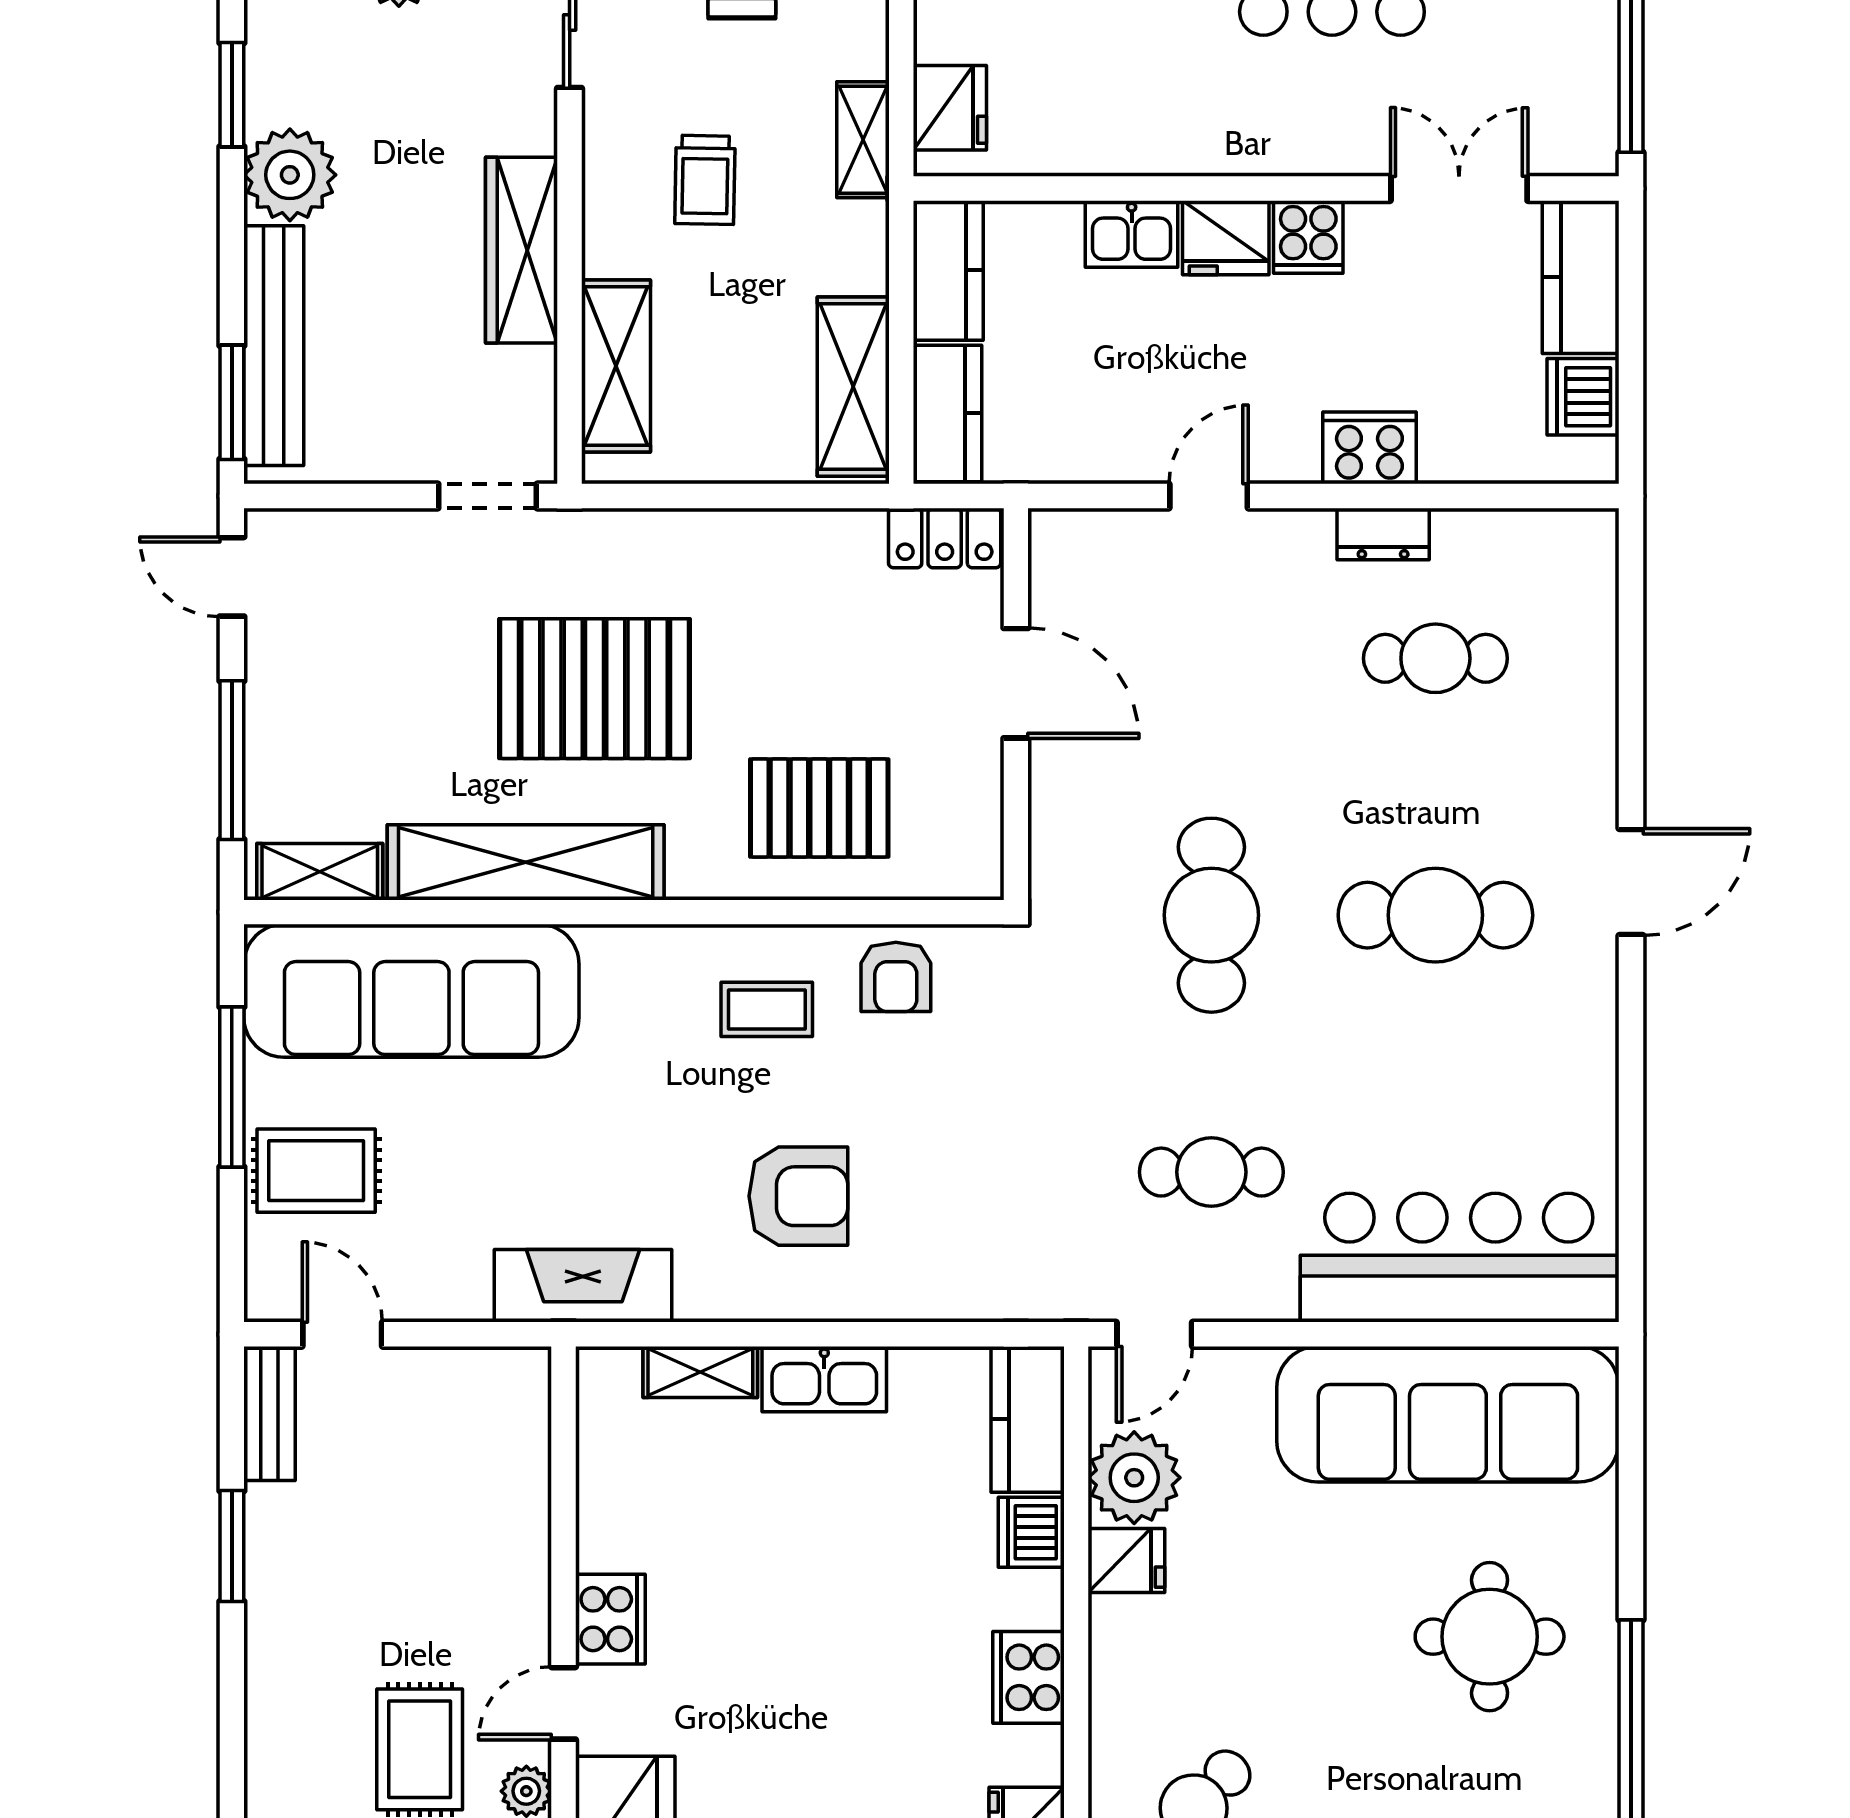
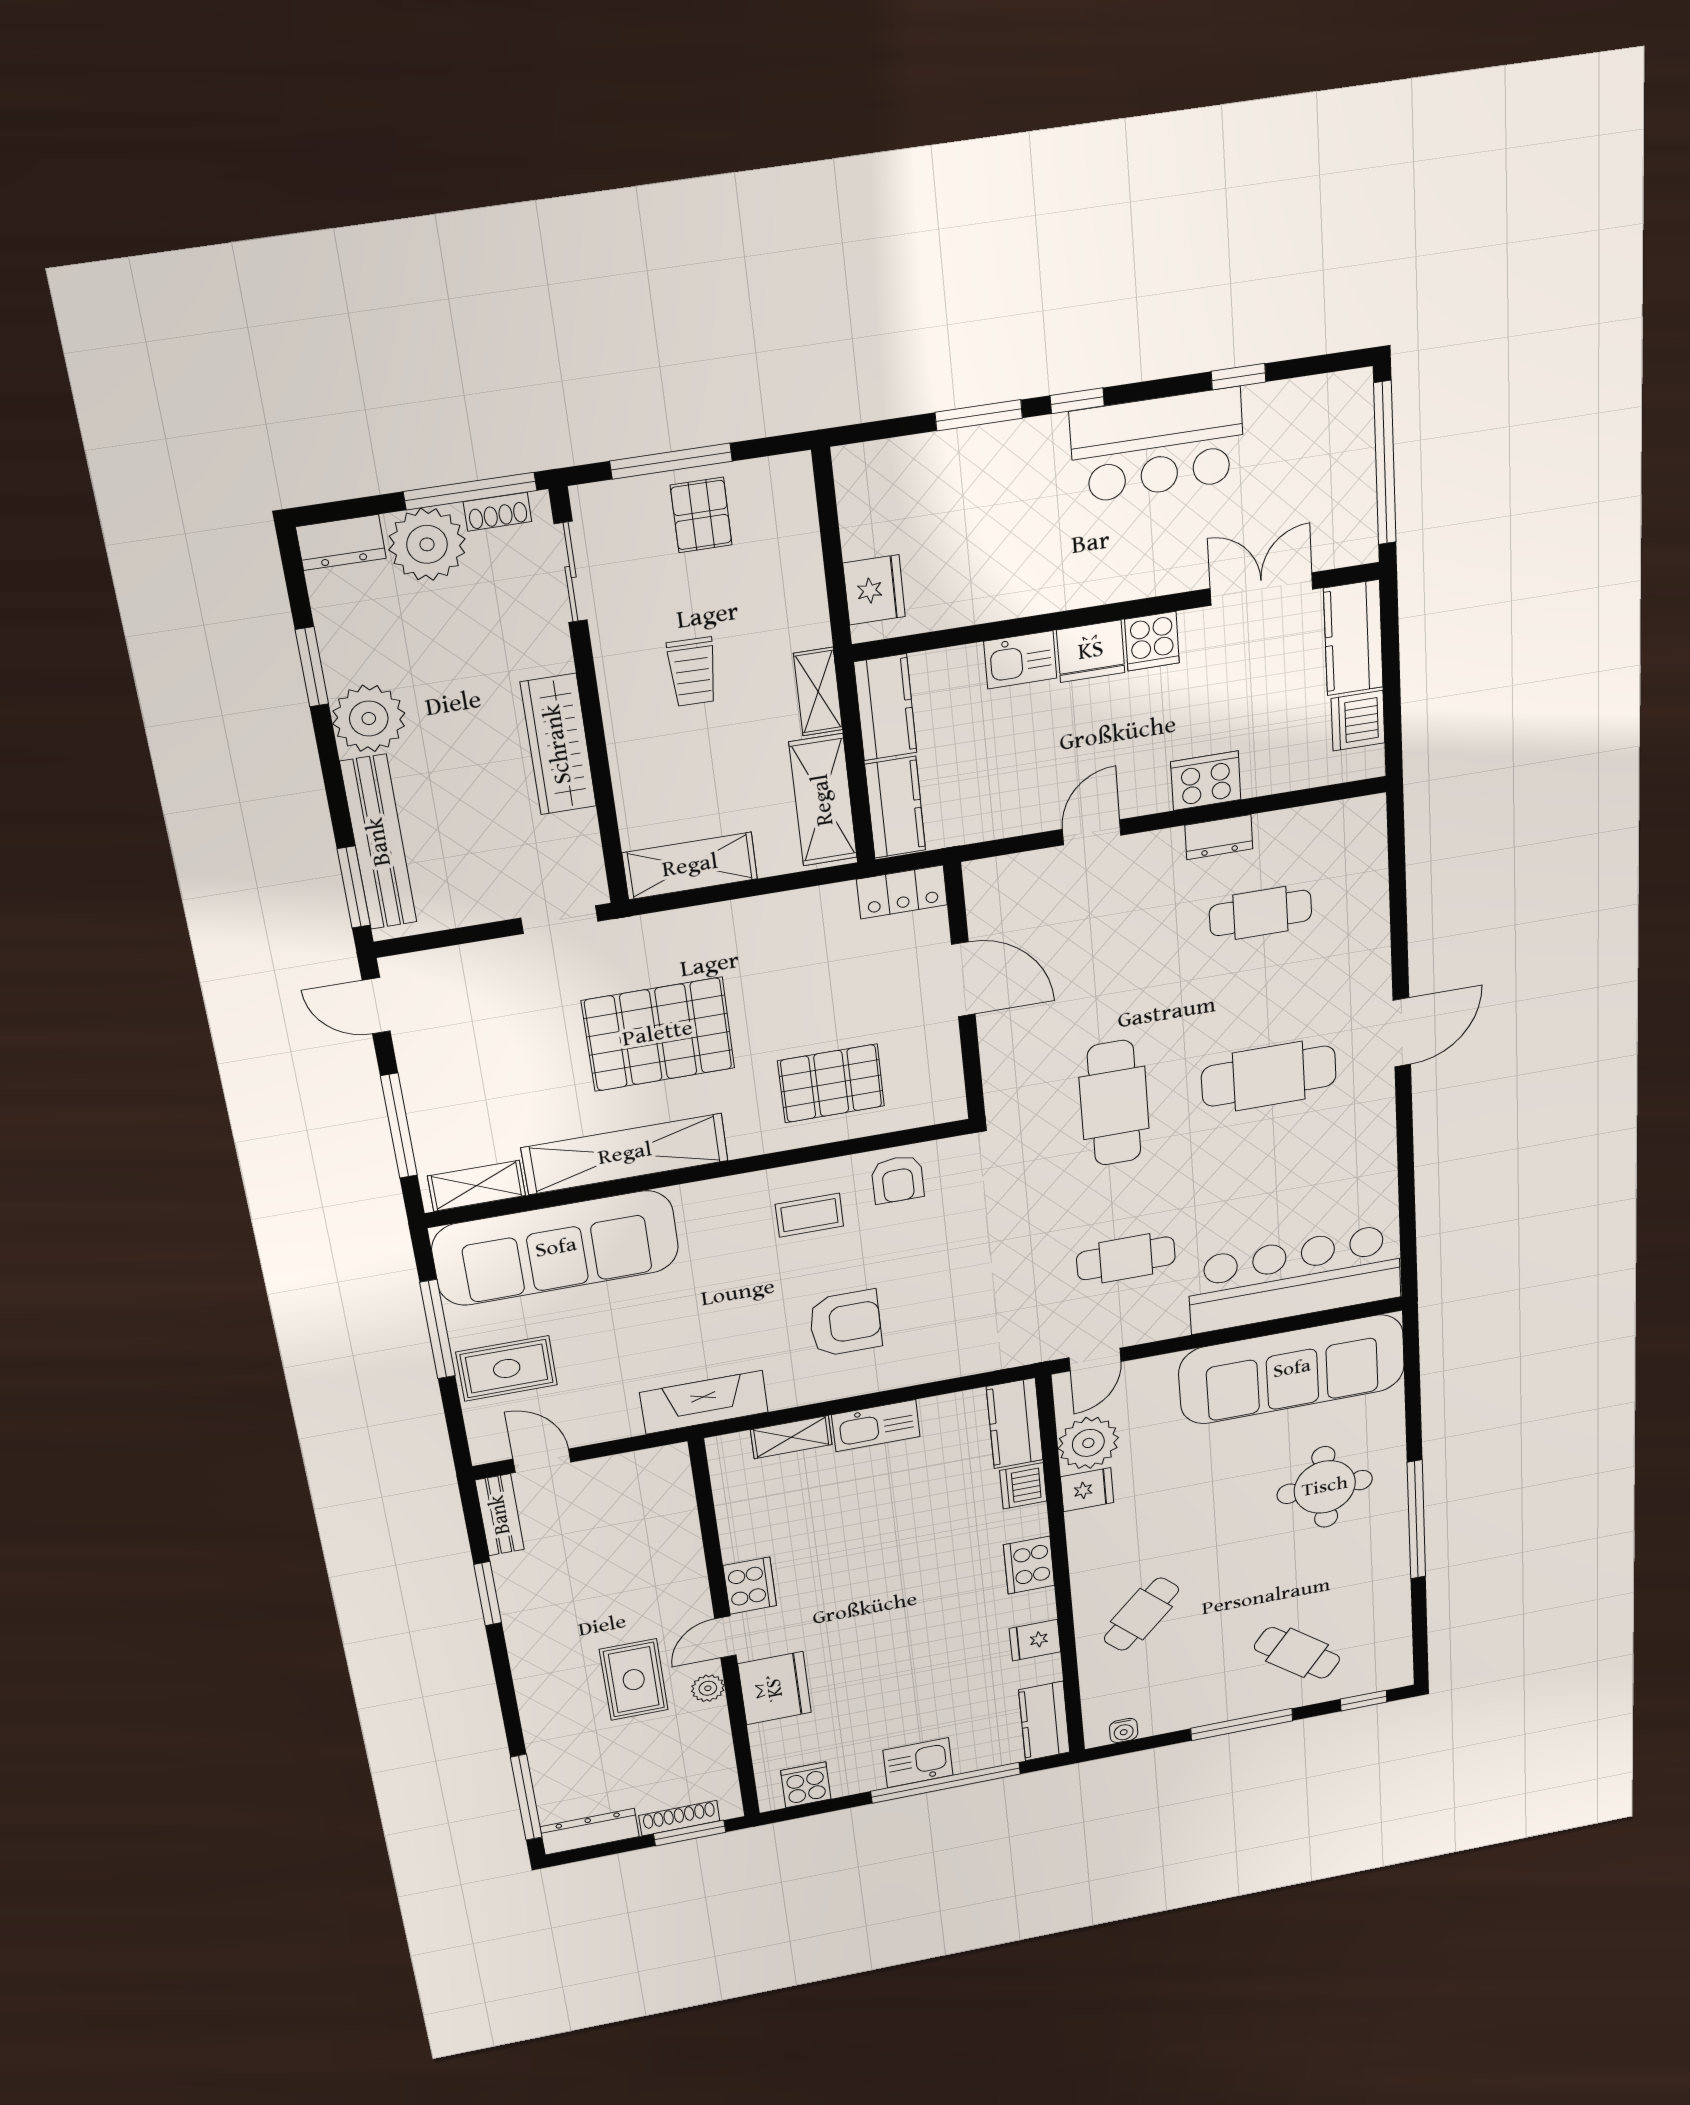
shelving: (863, 140) -> (818, 692), moved
shelving: (616, 366) -> (690, 866), moved, turned 90

